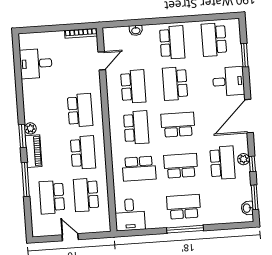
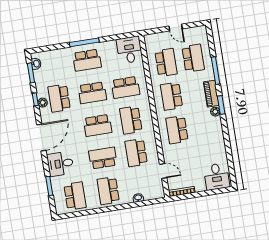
door: (102, 61) -> (163, 171), swing flipped
desk: (36, 64) -> (217, 176), moved, turned 90
school desk: (175, 84) -> (103, 158), turned -90
school desk: (139, 169) -> (126, 87), turned 180

